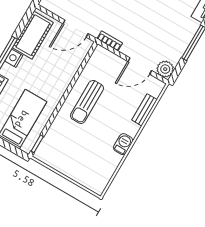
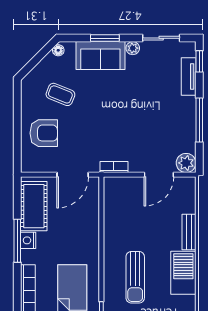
sun lounger: (87, 102) -> (135, 277), moved
bench: (144, 110) -> (189, 232), moved
barbecue: (123, 144) -> (183, 273), width x1.88, depth x1.53

